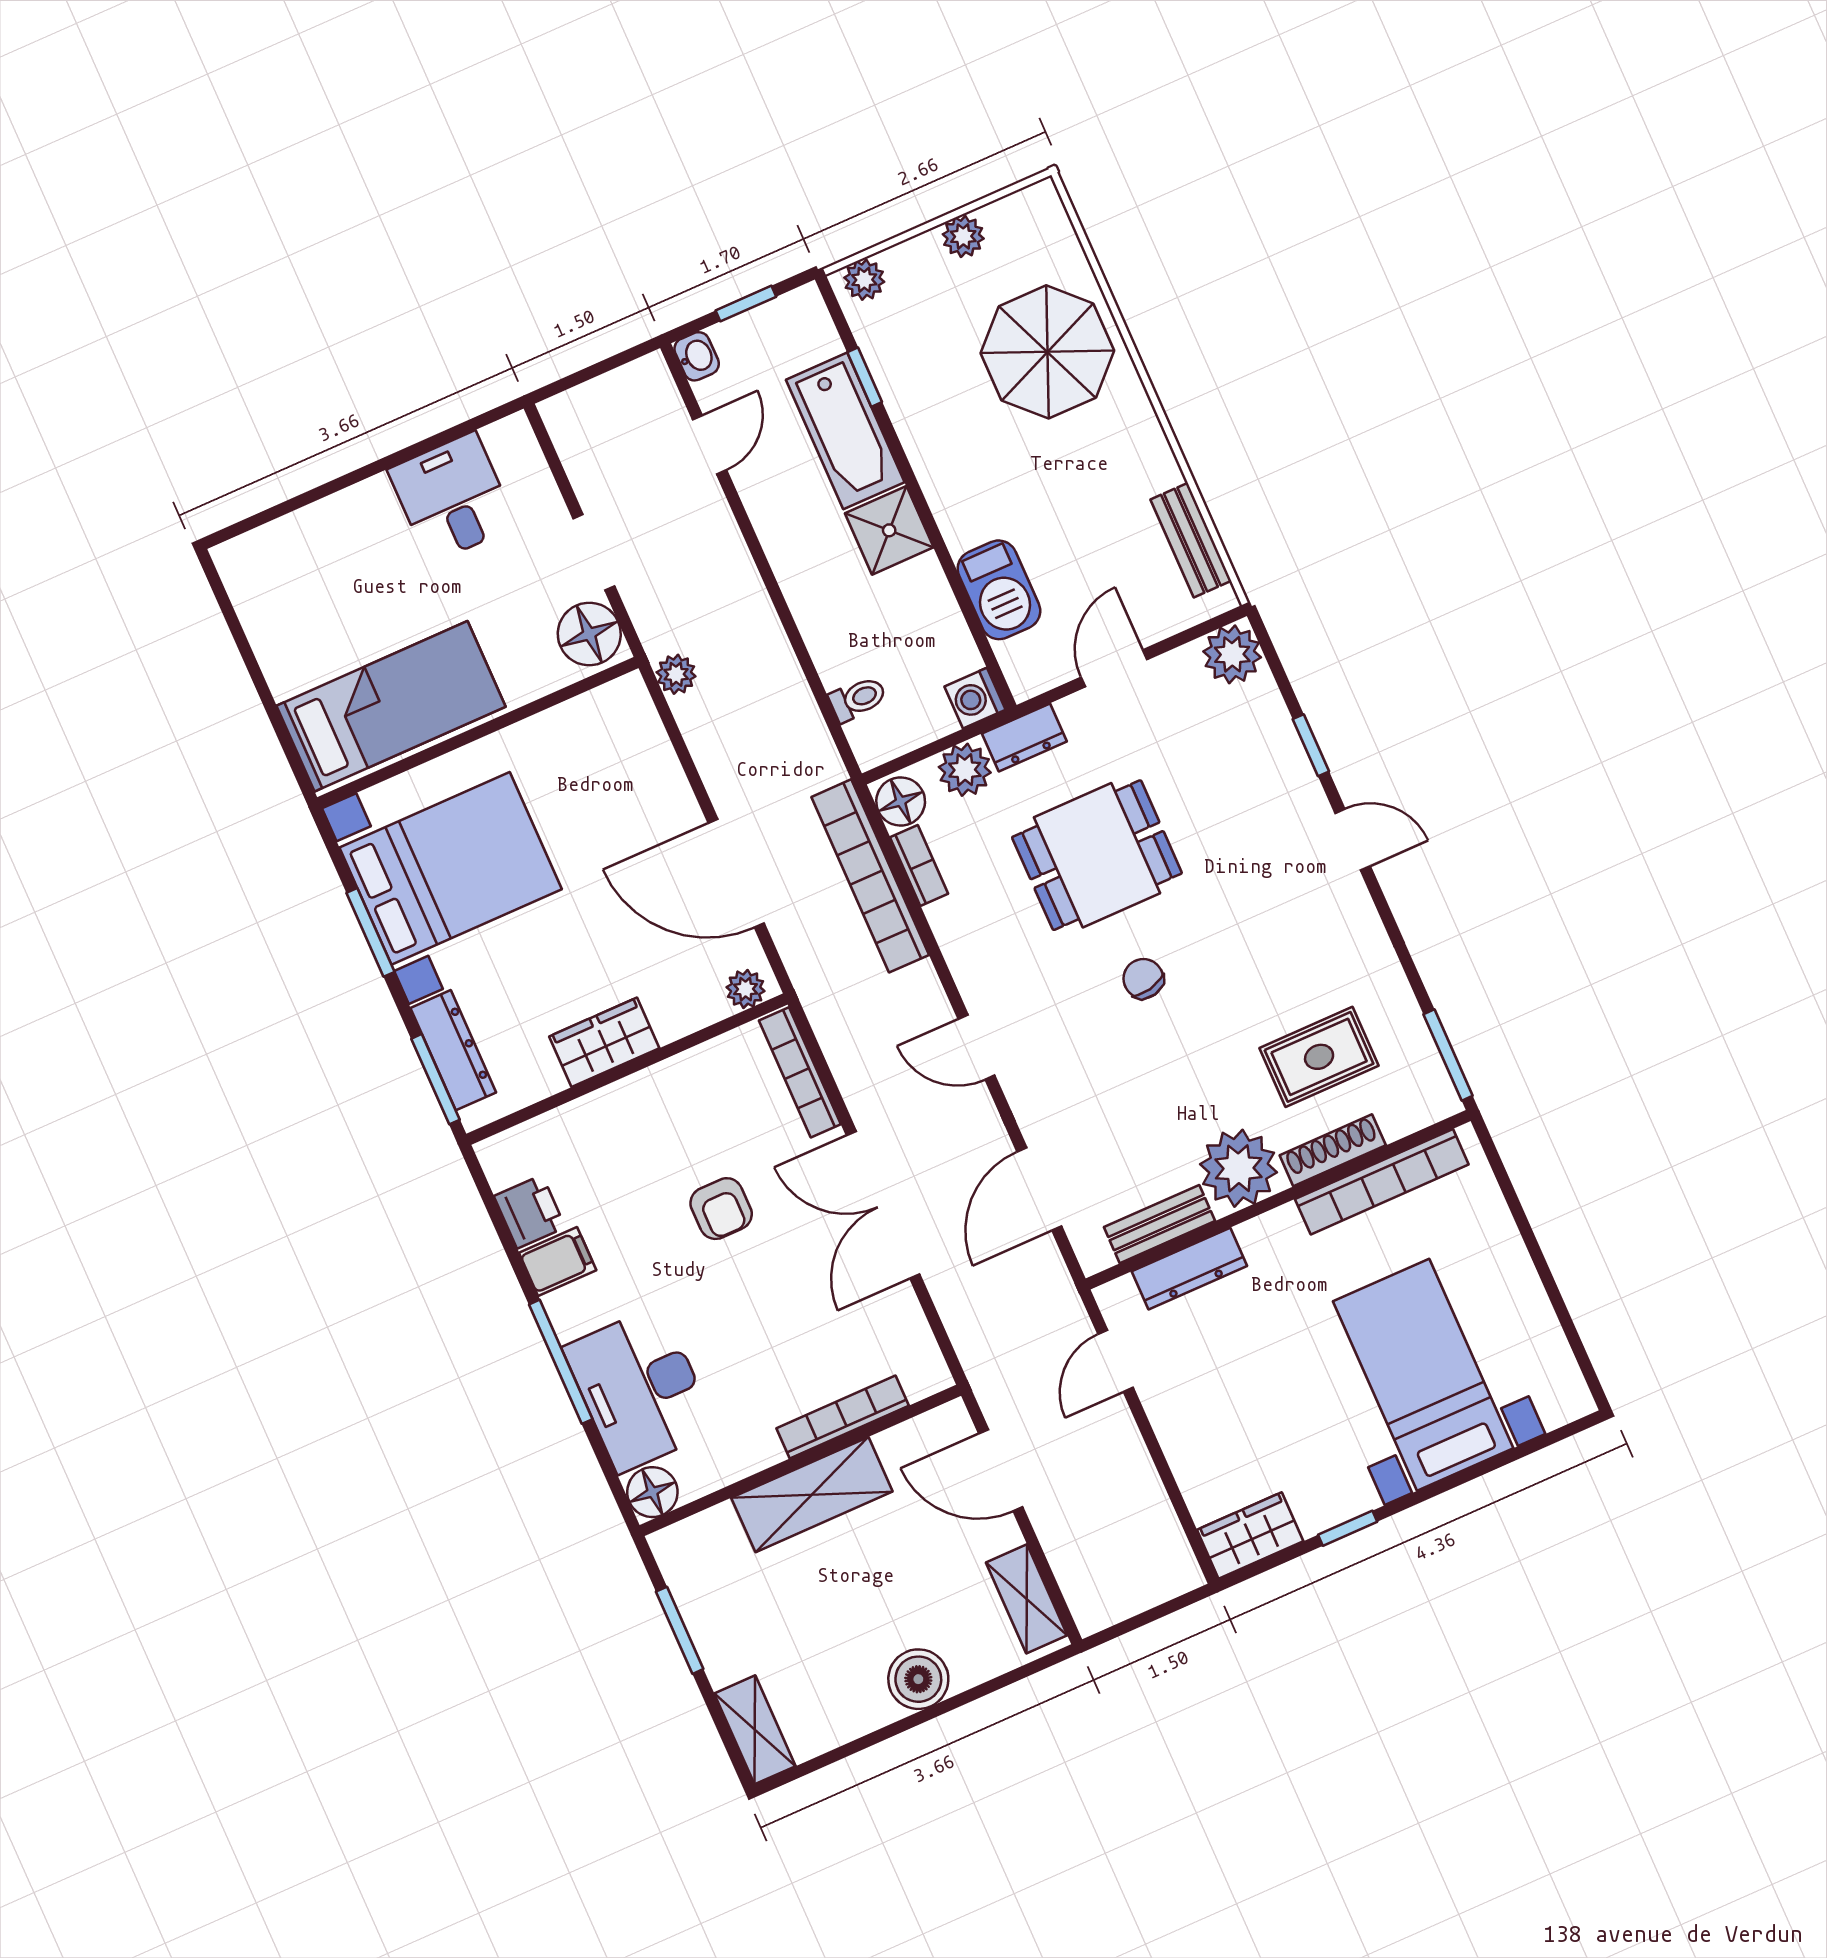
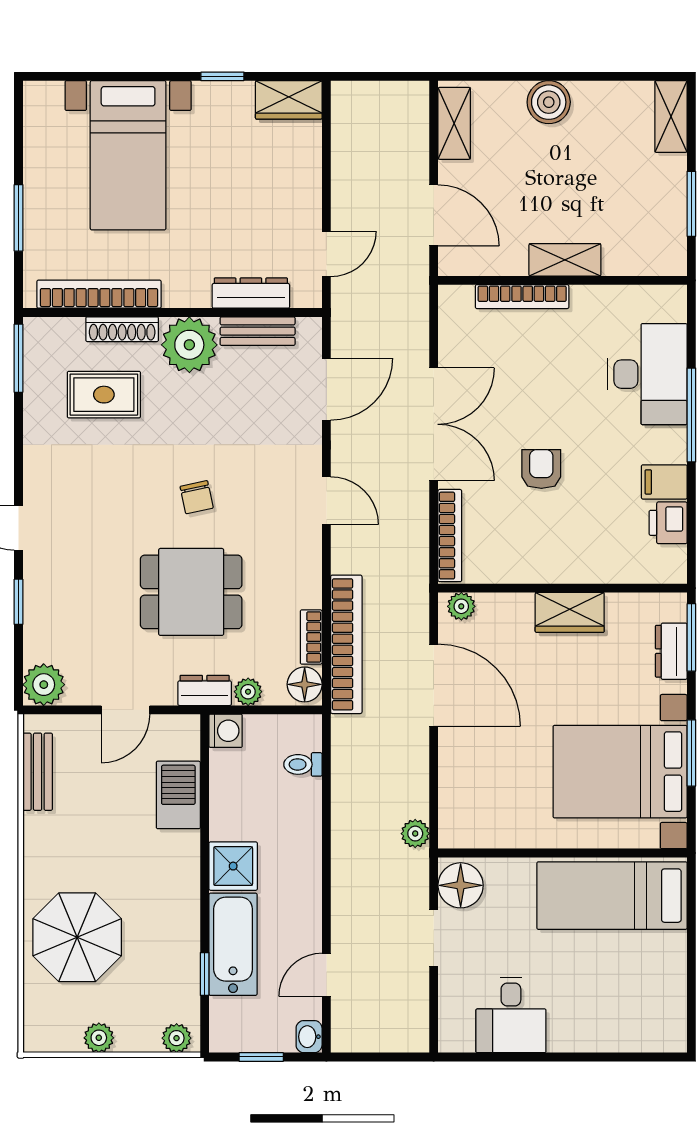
plant: (965, 770) -> (248, 692), width x0.73, depth x0.73
dresser: (453, 1050) -> (671, 651), width x0.70
window: (1527, 1234) -> (19, 218), added
floor lamp: (652, 1492) -> (669, 303), removed
shelving: (812, 1495) -> (565, 260), width x0.67, depth x0.75

